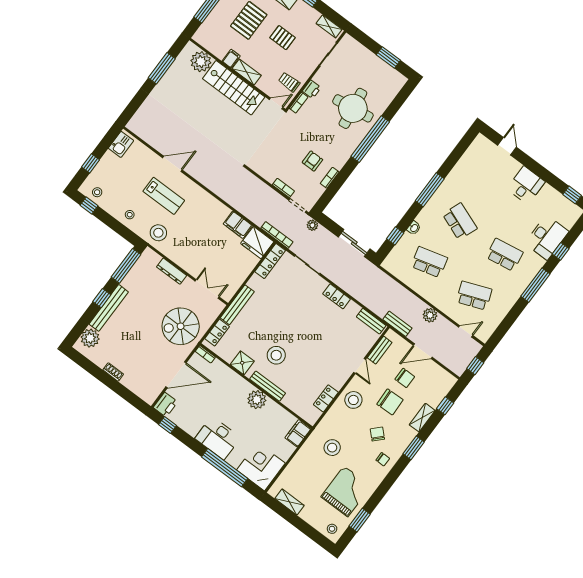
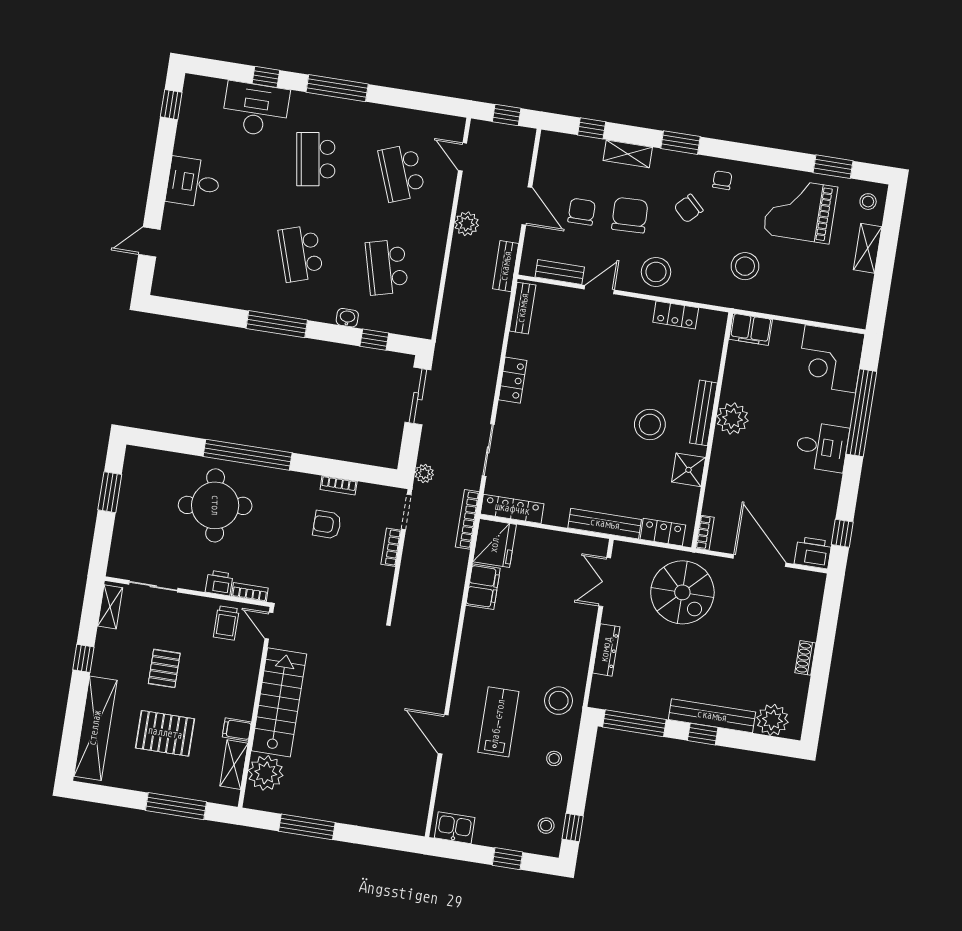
shelving: (247, 72) -> (234, 765), moved
school desk: (460, 221) -> (301, 254), turned -39
desk: (218, 438) -> (822, 447), width x0.73
shelving: (290, 502) -> (868, 248), moved

